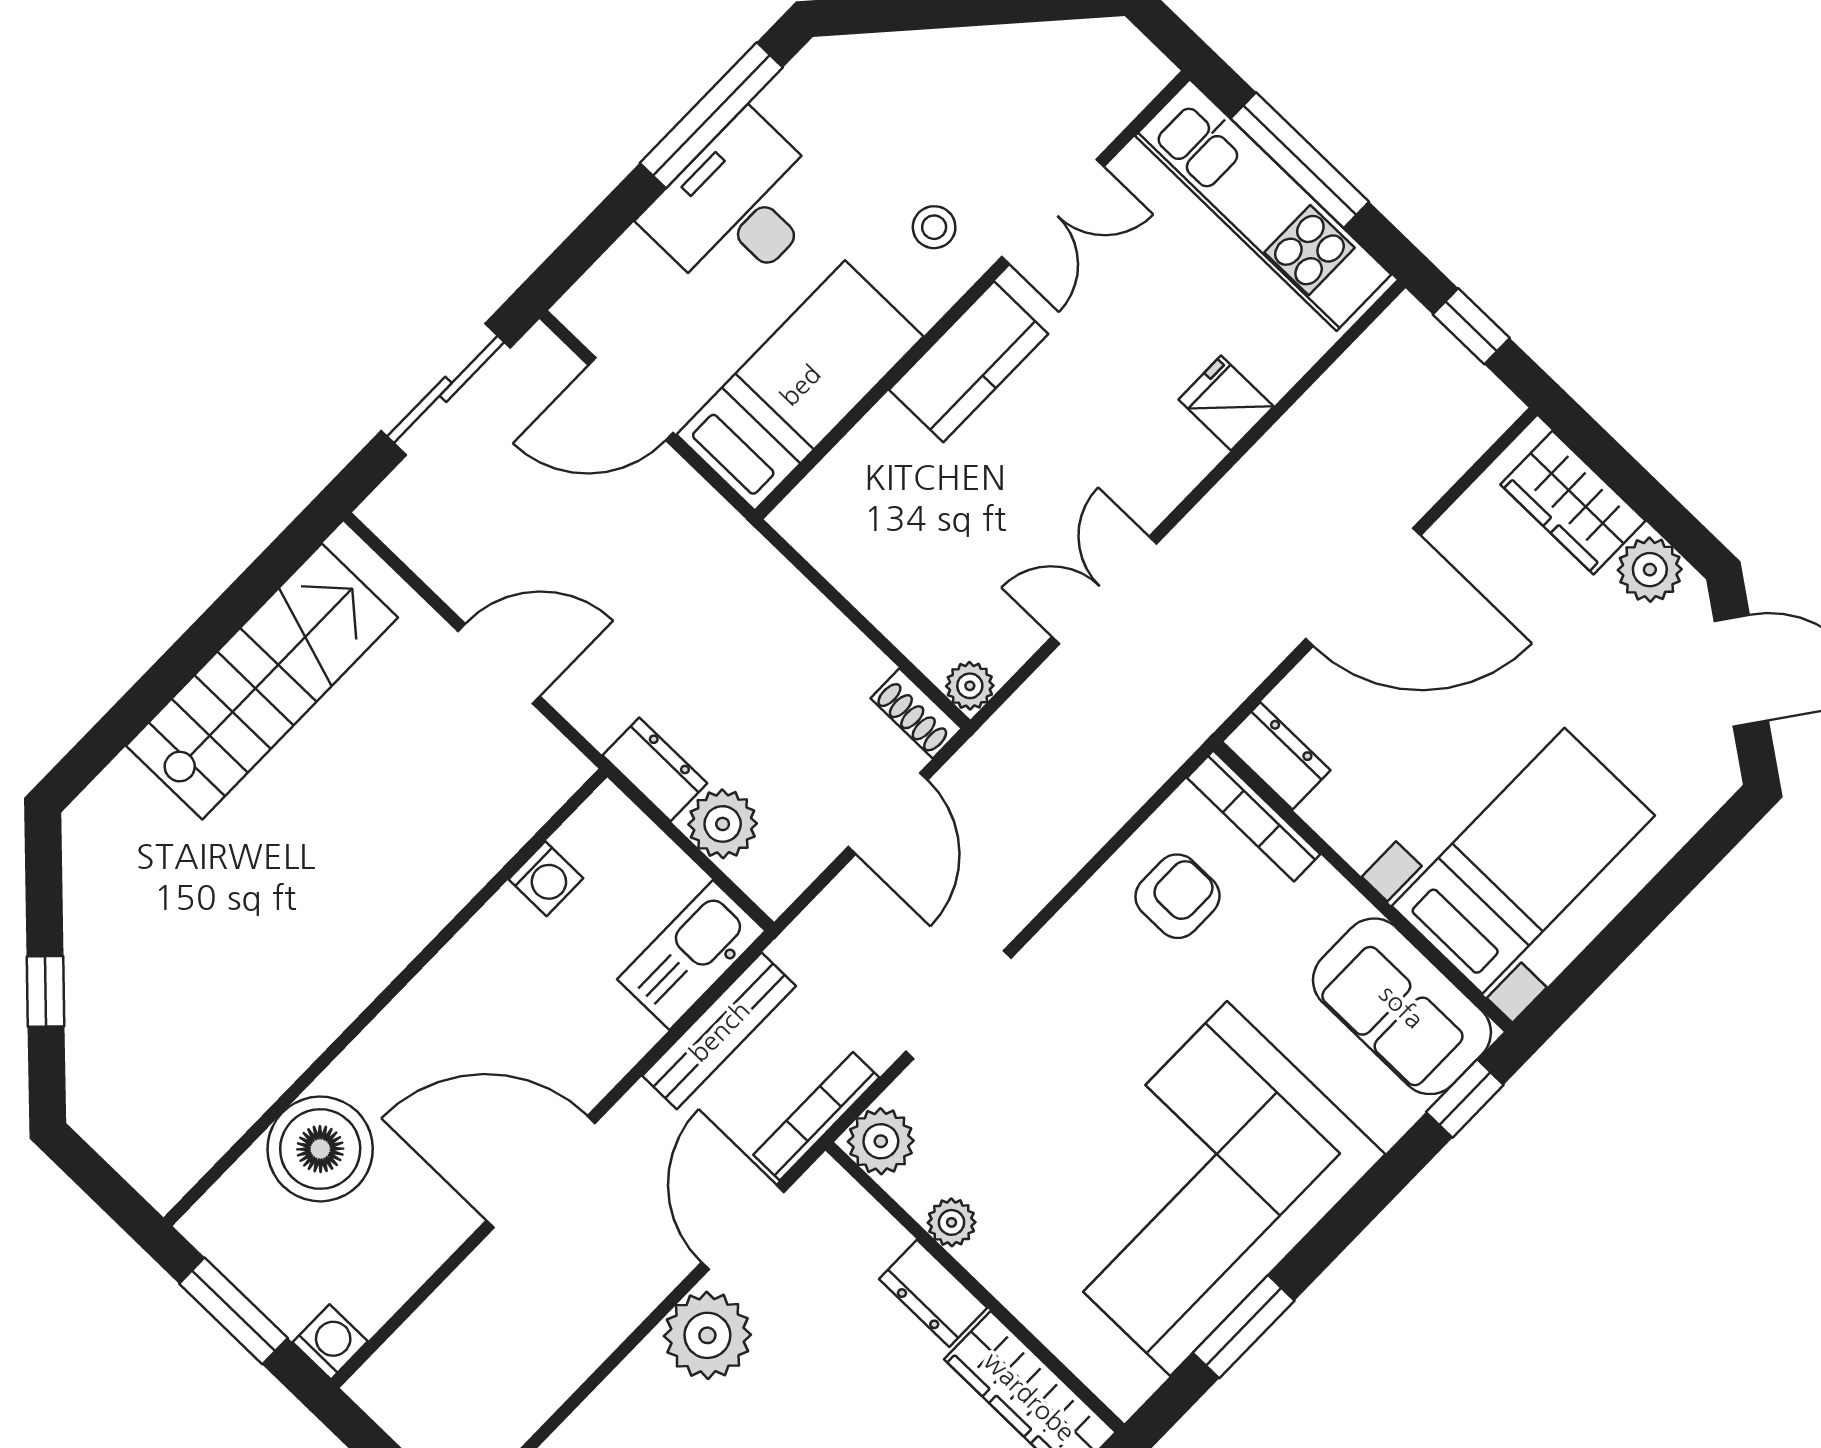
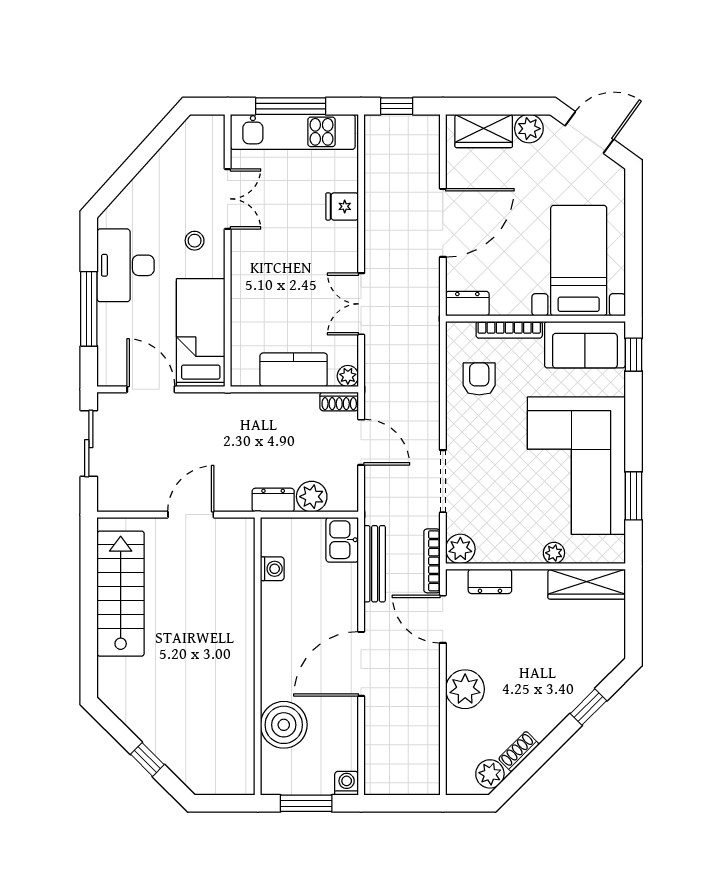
window: (711, 115) -> (89, 309), moved
desk: (737, 207) -> (126, 265), moved
kitchen counter: (969, 362) -> (294, 370), moved, turned -90
door: (631, 399) -> (151, 389), swing flipped
bookcase: (1254, 816) -> (509, 330), moved
kitchen sink: (691, 955) -> (342, 540), width x0.73
plant: (952, 1222) -> (554, 553), moved
dresser: (933, 1293) -> (490, 581), moved
plant: (707, 1335) -> (465, 689), moved

